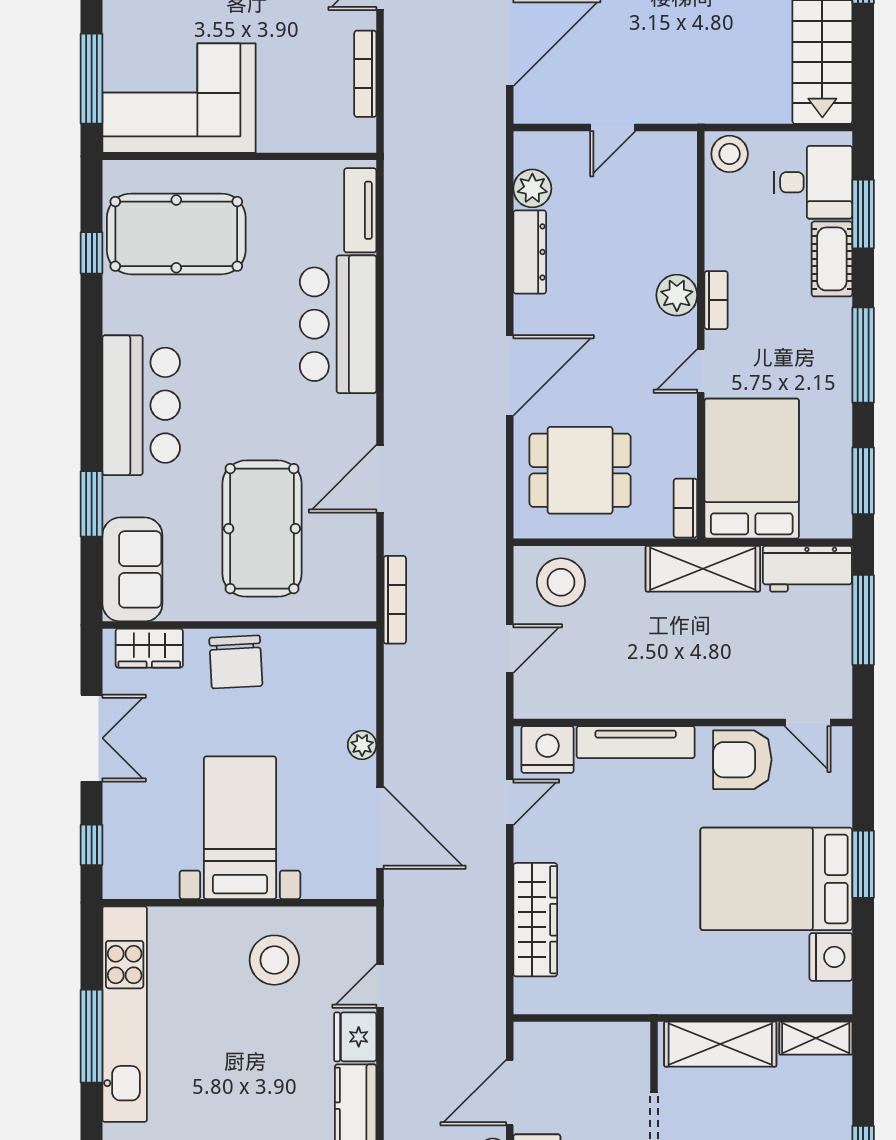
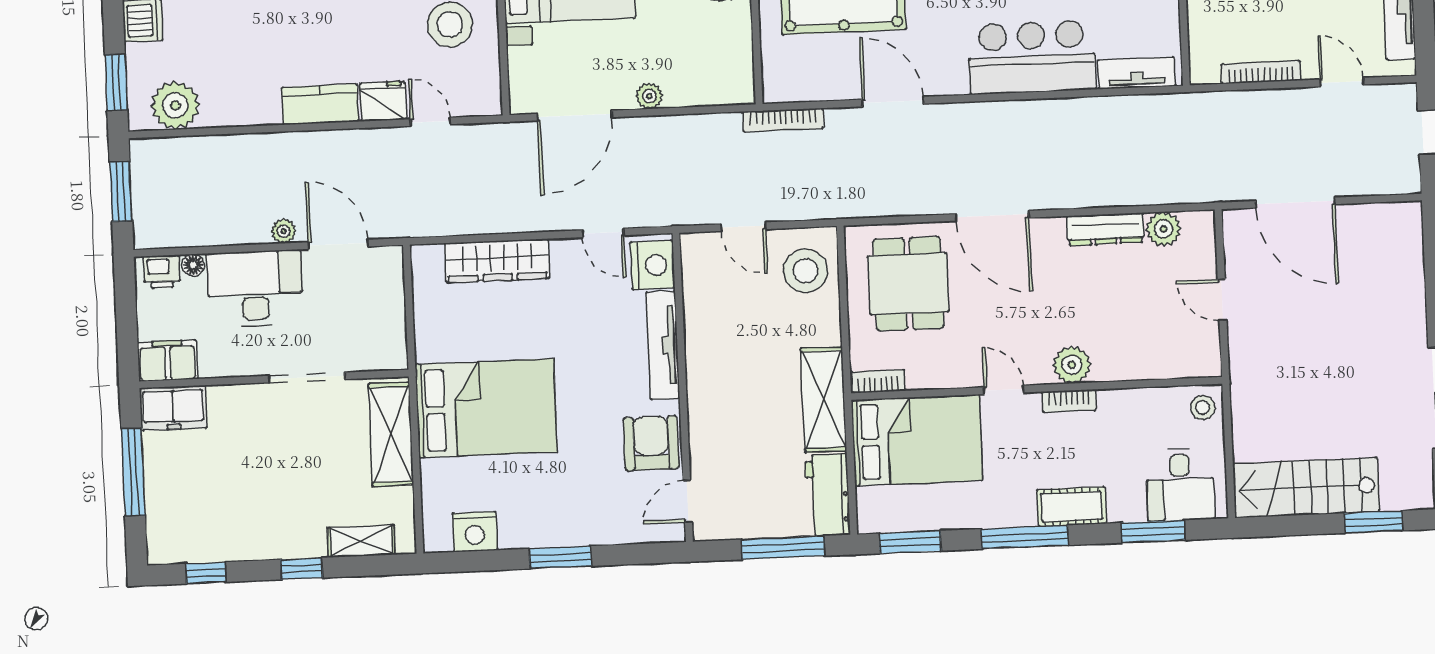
stool: (730, 154) -> (1203, 407), width x0.73, depth x0.73
cot: (832, 259) -> (1072, 507), moved
bed: (776, 879) -> (486, 408), moved, turned 90
shelving: (816, 1038) -> (361, 541), moved, turned 90

